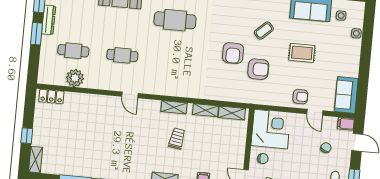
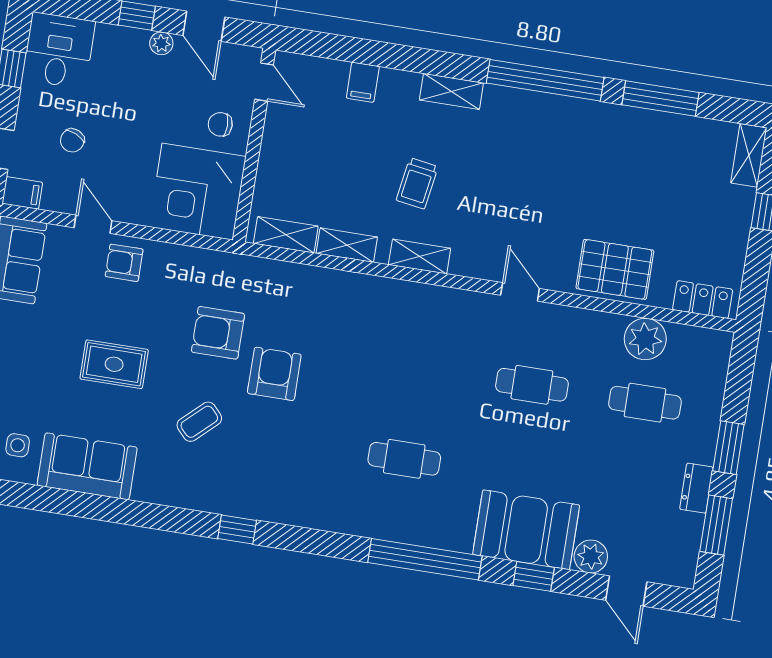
dresser: (49, 20) -> (696, 488), width x0.70
cafe table: (175, 20) -> (404, 459), width x0.73, depth x0.74
pallet: (90, 107) -> (615, 269), added

